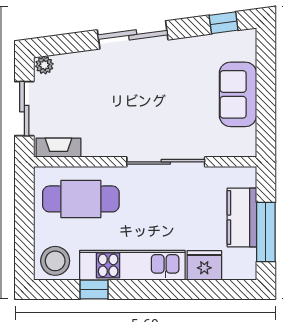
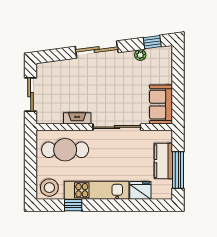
plant: (44, 65) -> (140, 55), moved
sofa: (238, 94) -> (161, 105), moved
fireplace: (58, 148) -> (77, 118), moved

